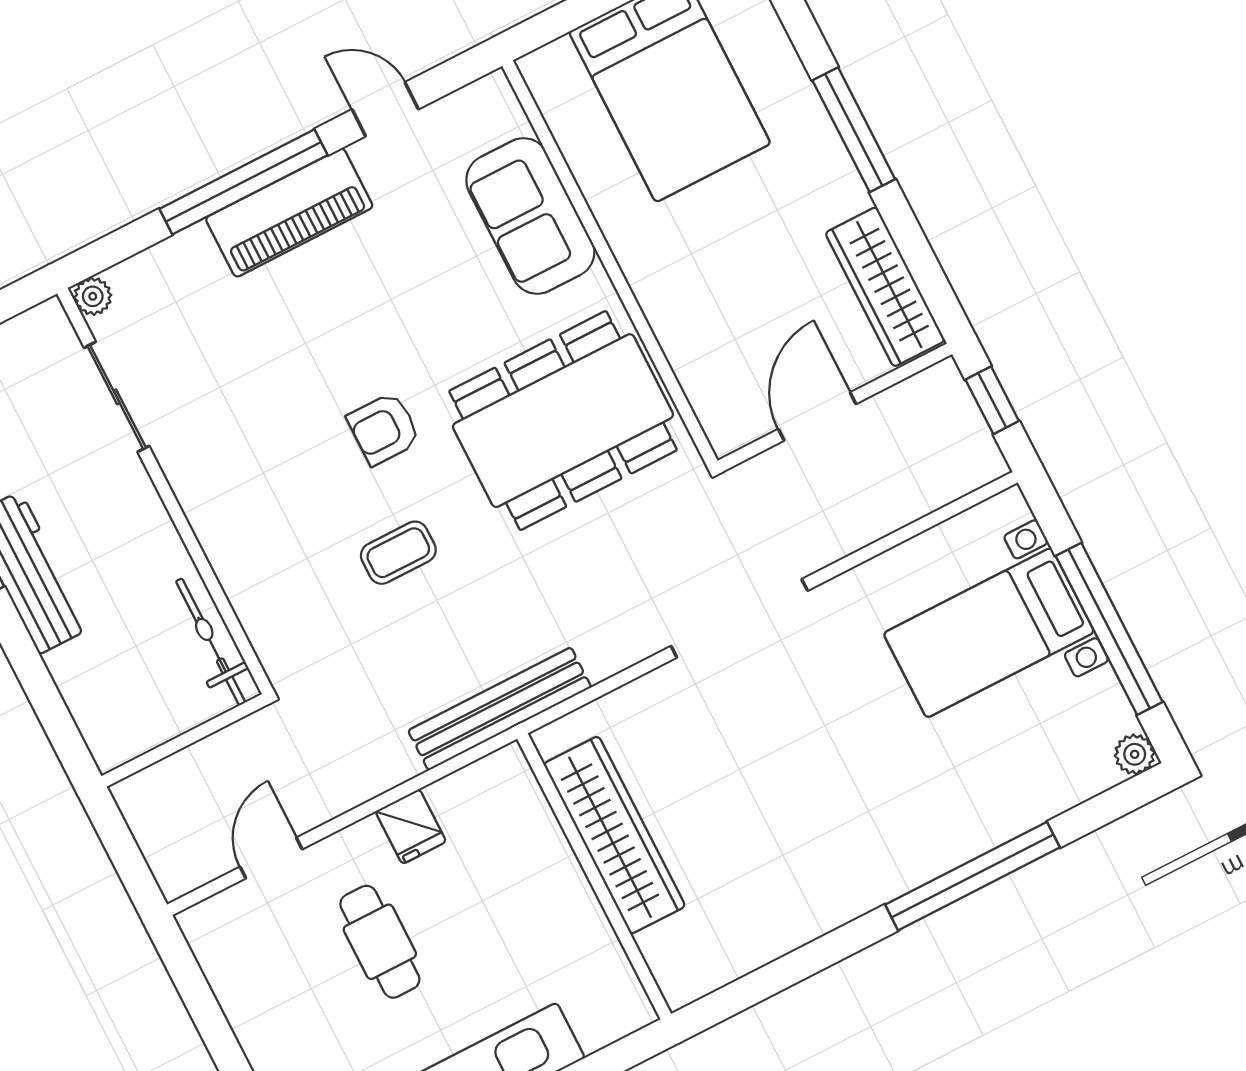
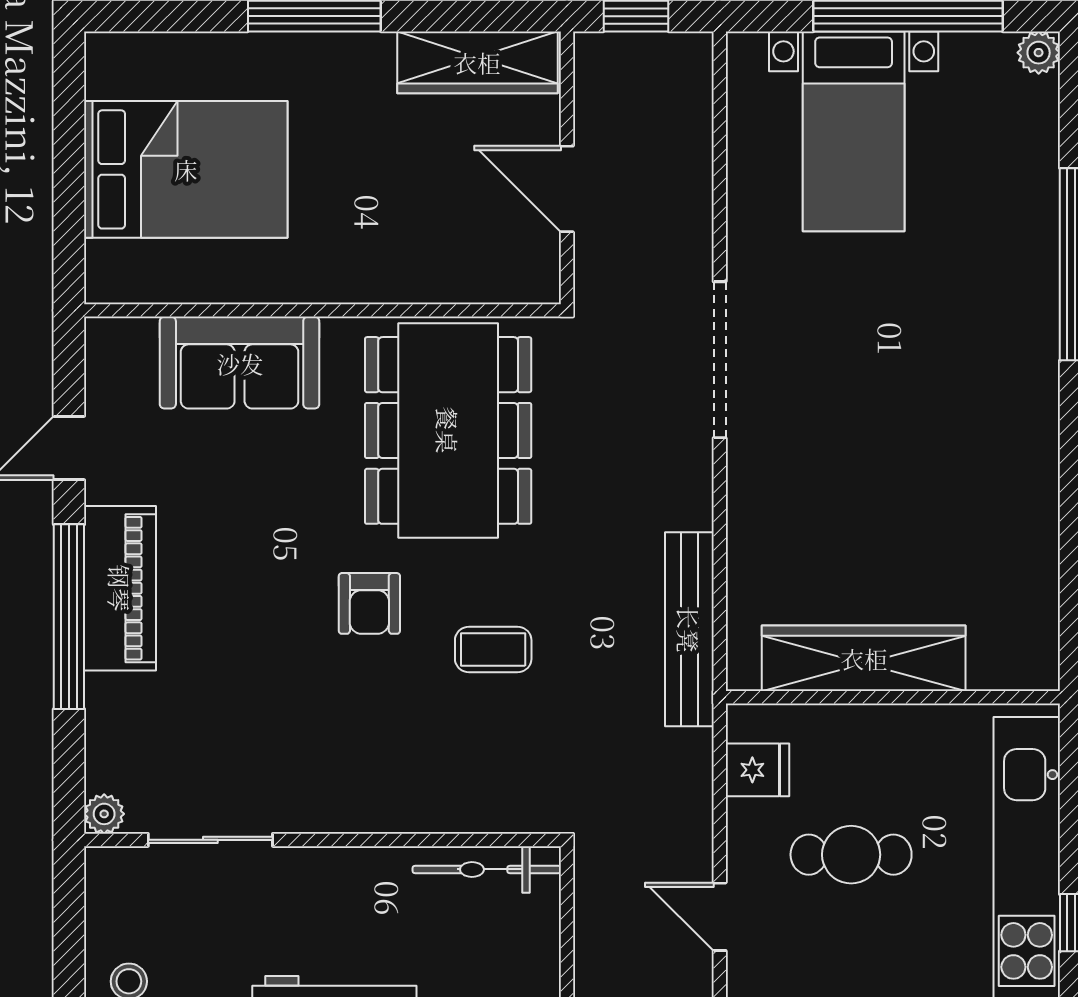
coffee table: (398, 553) -> (493, 650), turned 90
wardrobe: (614, 835) -> (864, 658), moved
wall: (594, 876) -> (893, 697), moved

